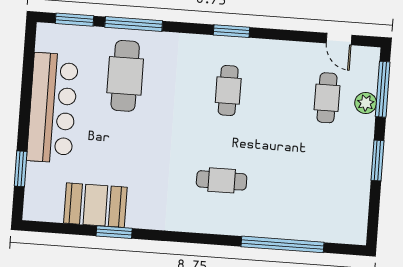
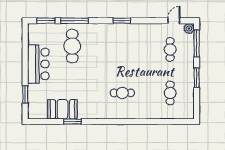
door: (339, 39) -> (174, 21), swing flipped
cafe table: (228, 91) -> (170, 93), moved
plant: (366, 103) -> (189, 28), moved
bar counter: (53, 108) -> (38, 64), width x0.73
window: (282, 244) -> (154, 122), removed

